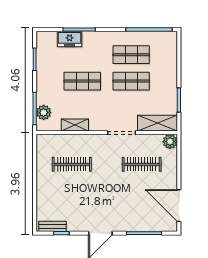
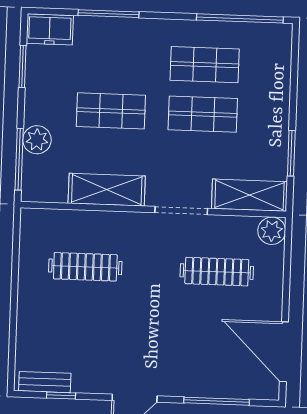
freezer: (70, 39) -> (50, 29), moved
plant: (44, 112) -> (37, 140), moved
shelving: (75, 125) -> (107, 190), width x1.50, depth x1.33

